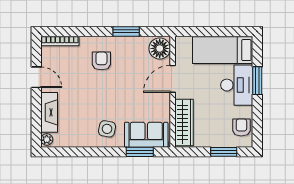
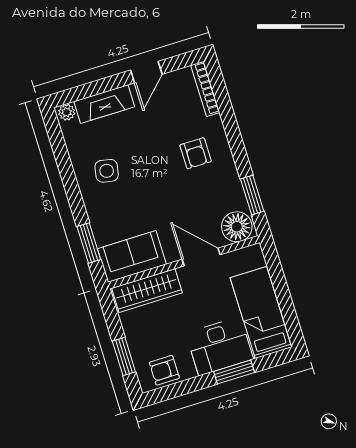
window: (126, 31) -> (252, 195), moved
armchair: (101, 61) -> (196, 153), turned 90
armchair: (241, 127) -> (164, 370), turned 180
side table: (107, 129) -> (107, 171), moved
sofa: (146, 135) -> (132, 256), moved, turned -90

